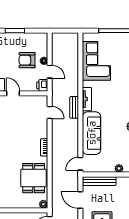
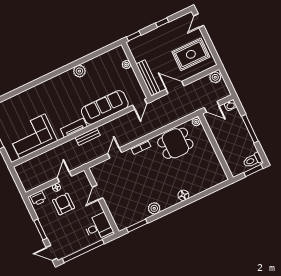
armchair: (27, 60) -> (64, 204), turned 180
printer: (42, 85) -> (38, 198), moved
door: (13, 93) -> (98, 193), moved
door: (50, 112) -> (115, 153), moved
door: (80, 164) -> (140, 104), hinge flipped
door: (80, 200) -> (175, 88), swing flipped

